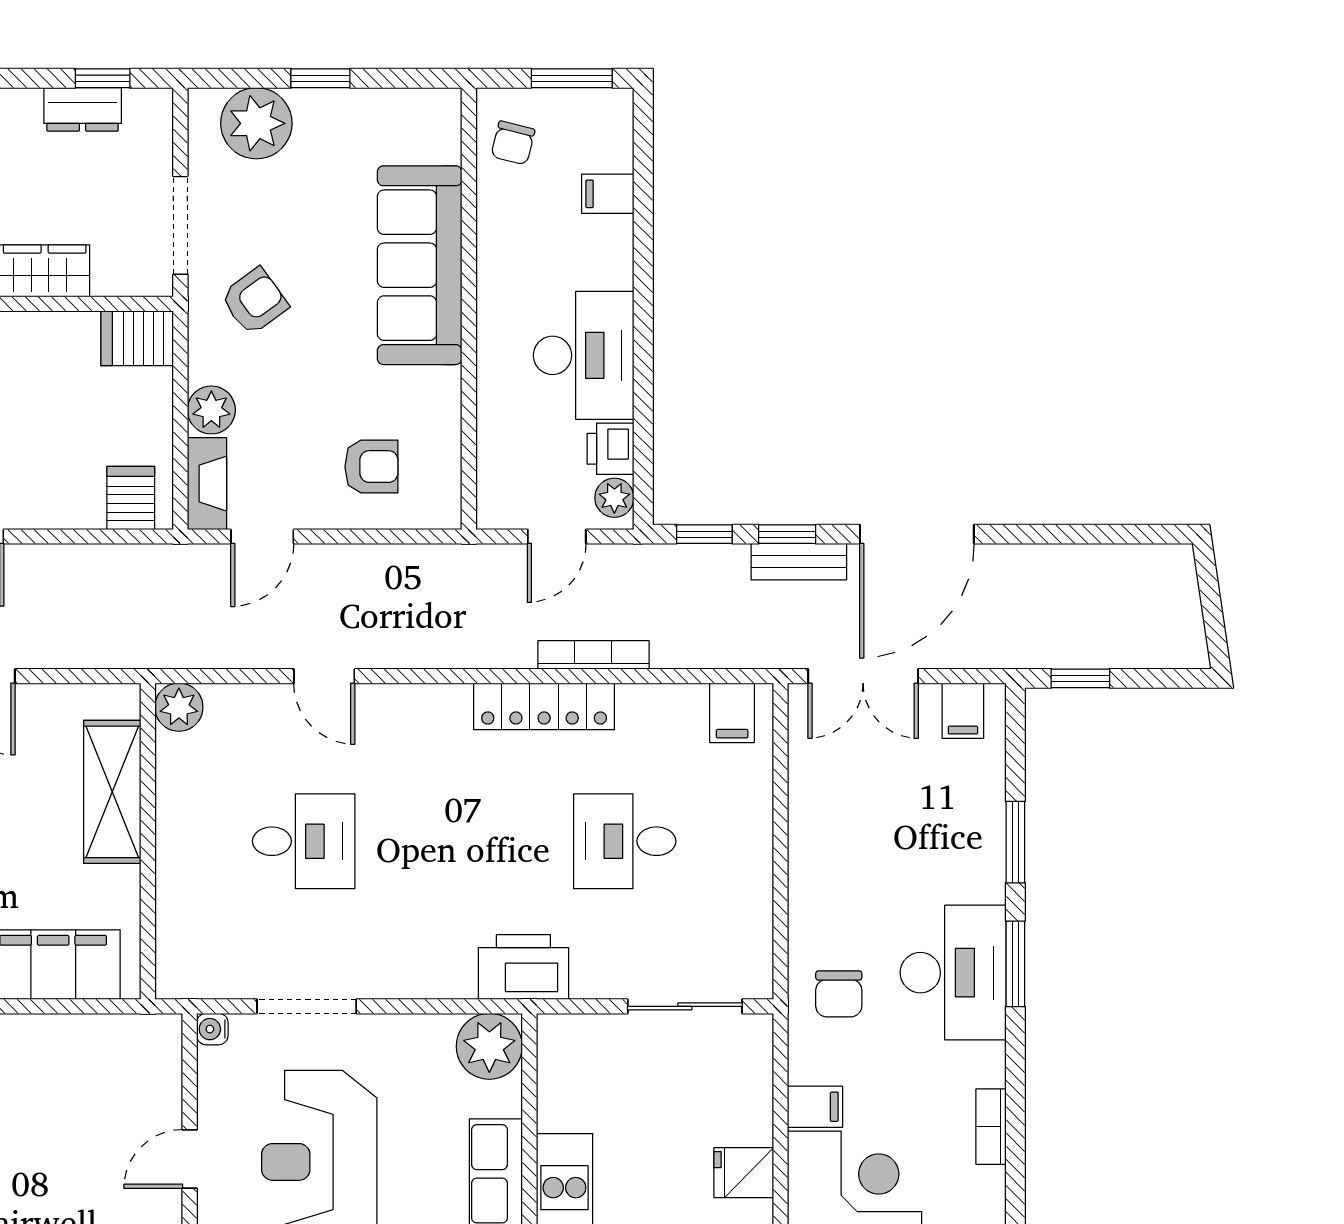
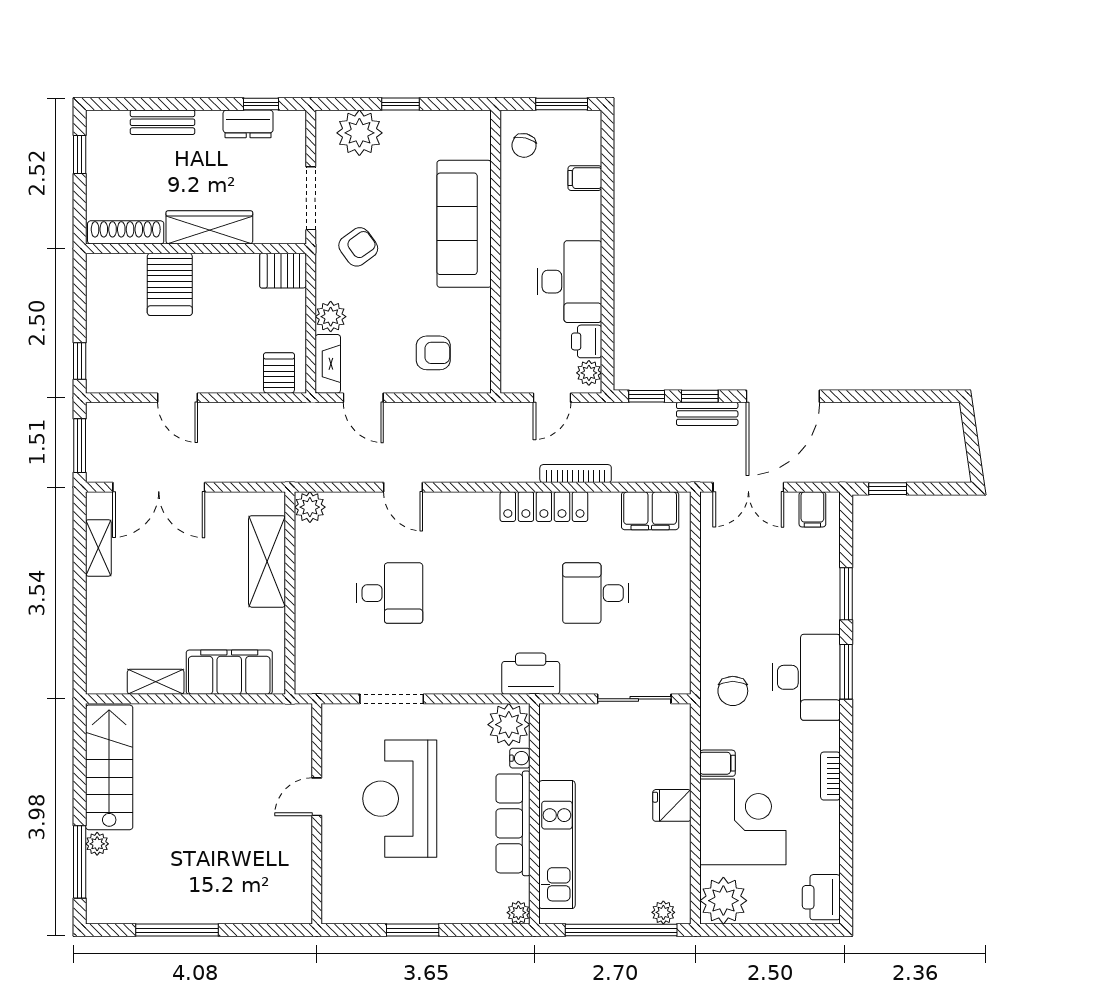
door: (262, 537) -> (363, 398), hinge flipped
filing cabinet: (732, 713) -> (650, 511), width x2.00
water cooler: (212, 1029) -> (520, 758), moved, turned 180

